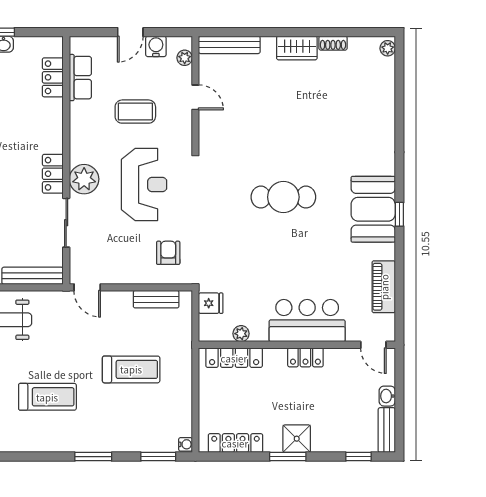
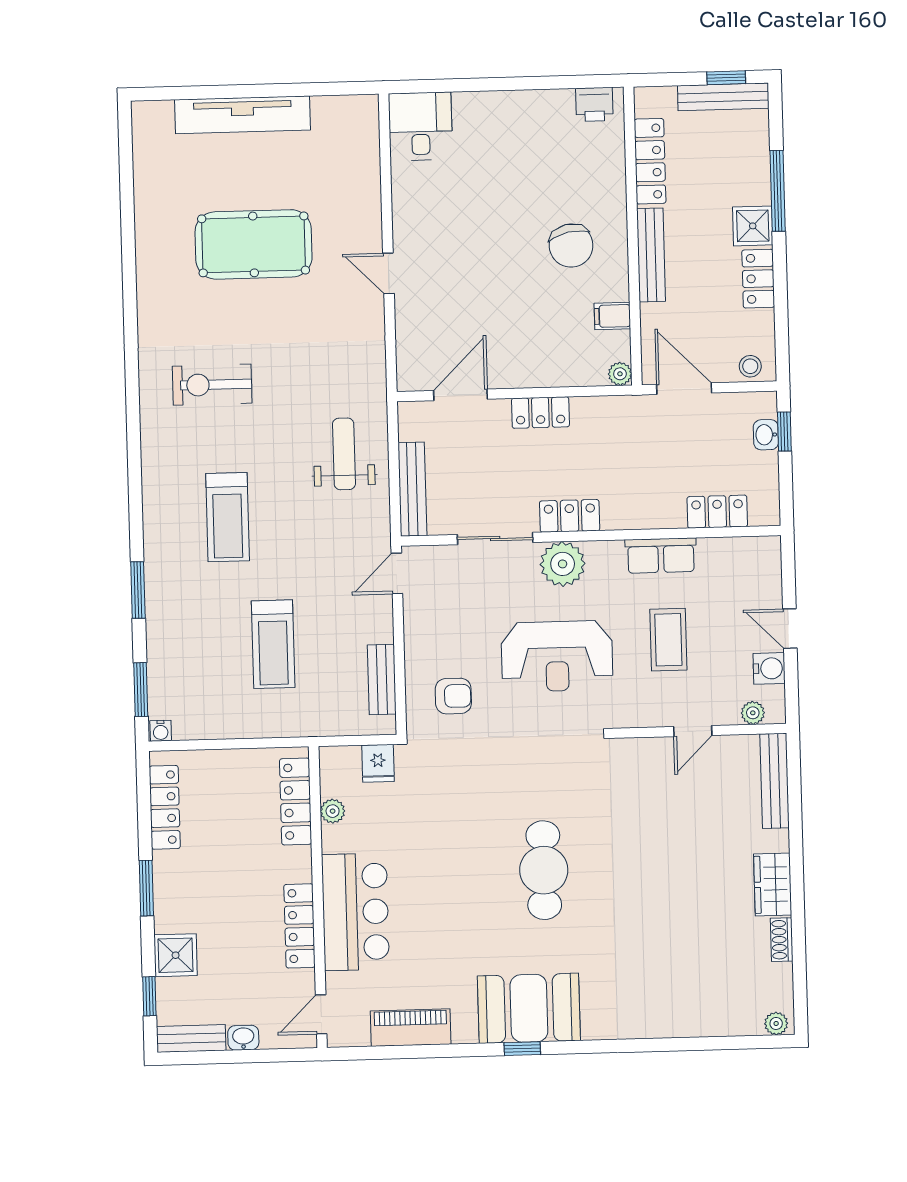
row of seats: (80, 78) -> (661, 556), moved
locker: (305, 357) -> (300, 926), width x1.53
shower: (297, 439) -> (176, 955), moved

